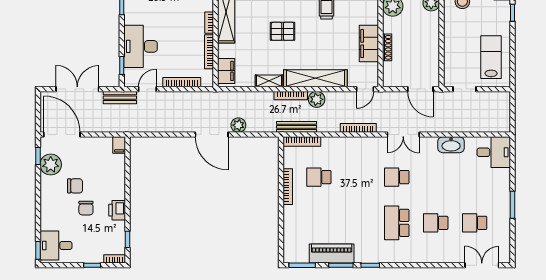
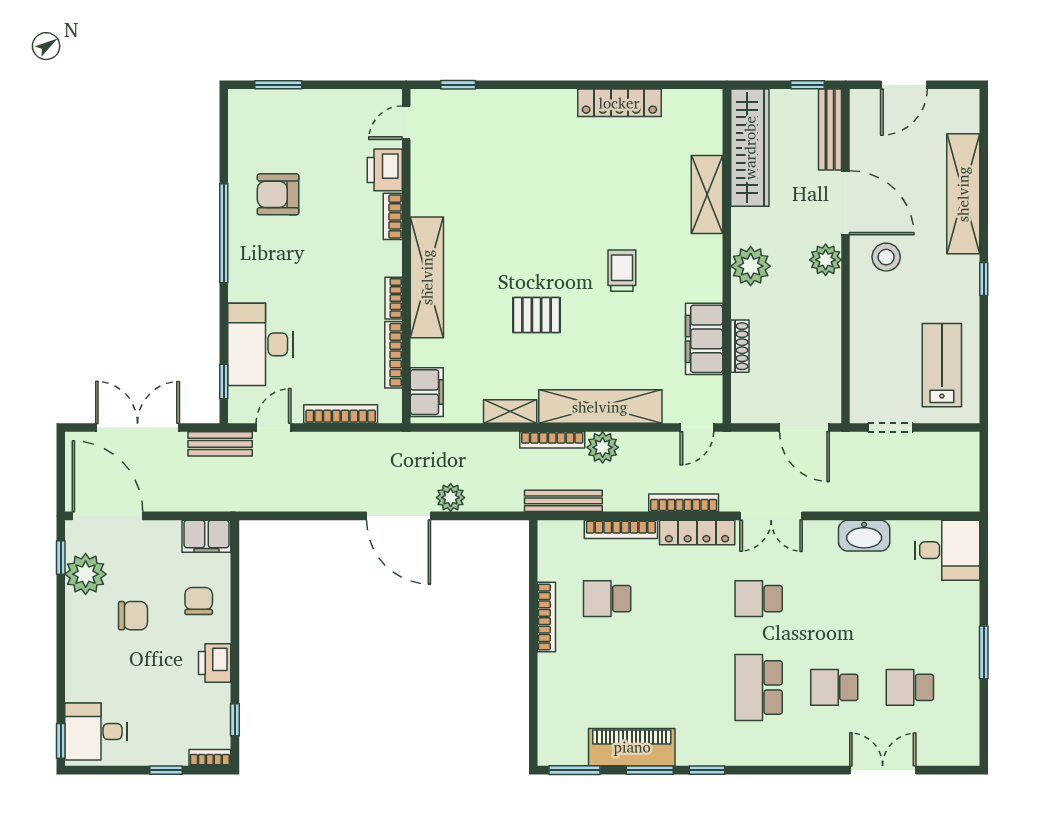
bookcase: (302, 142) -> (621, 529), moved
locker: (365, 143) -> (697, 532), added
filing cabinet: (119, 145) -> (206, 536), width x2.00
chair: (86, 208) -> (199, 601), moved, turned 180
double door: (482, 265) -> (883, 770), moved

